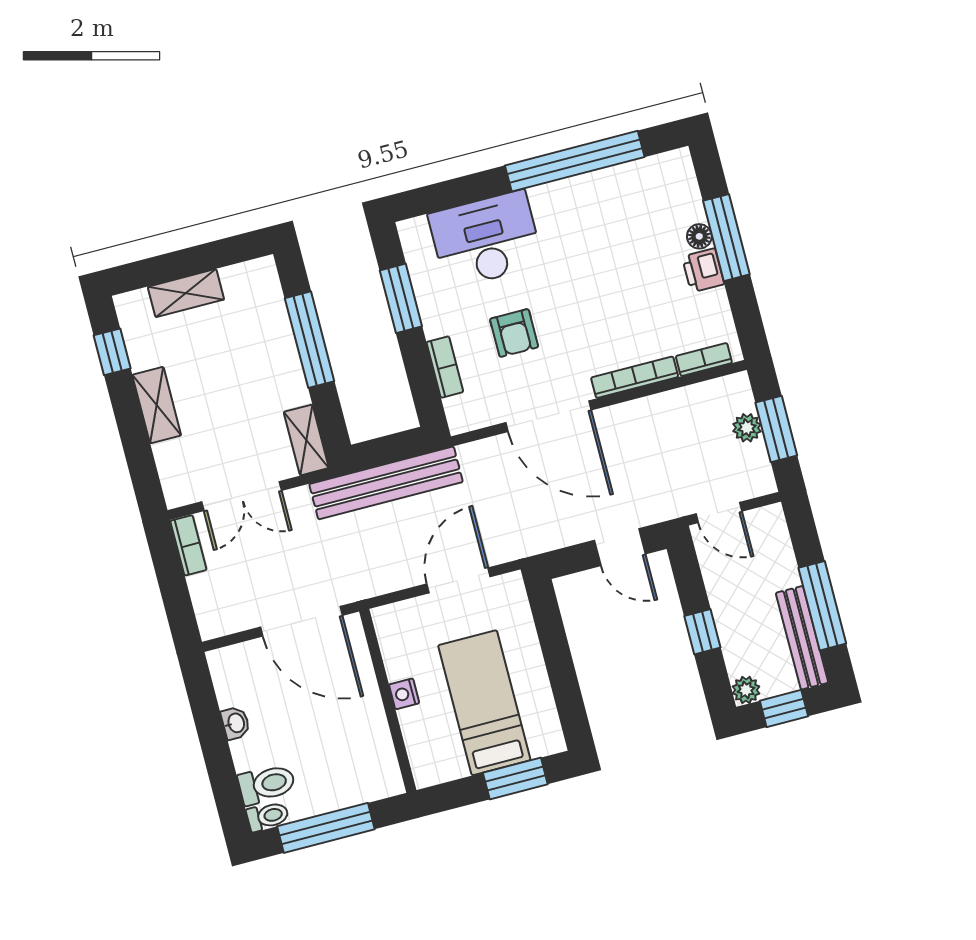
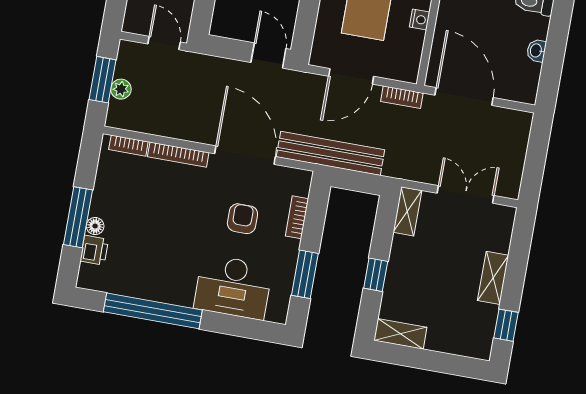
printer: (703, 270) -> (94, 250), moved
shelving: (186, 293) -> (400, 334), moved
window: (310, 340) -> (376, 275), width x0.46
bench: (386, 483) -> (330, 153), moved
bookcase: (188, 545) -> (402, 97), moved, turned -90
door: (620, 547) -> (268, 55), moved

